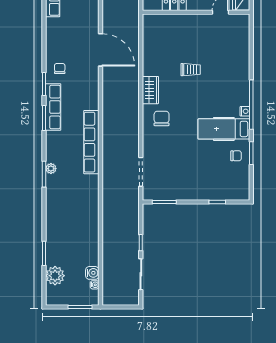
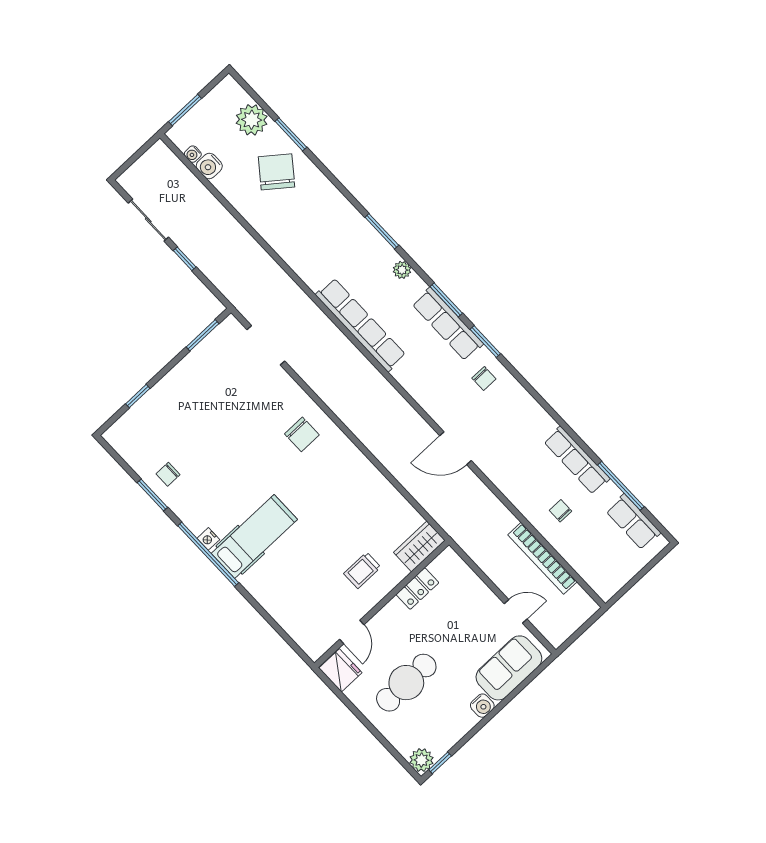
door: (100, 50) -> (455, 448), width x0.73
trolley: (191, 70) -> (362, 570), moved
wardrobe: (150, 90) -> (419, 546), moved, turned 90
hospital bed: (224, 129) -> (254, 536), moved
plant: (51, 169) -> (402, 270), moved
chair: (65, 243) -> (277, 172), added

